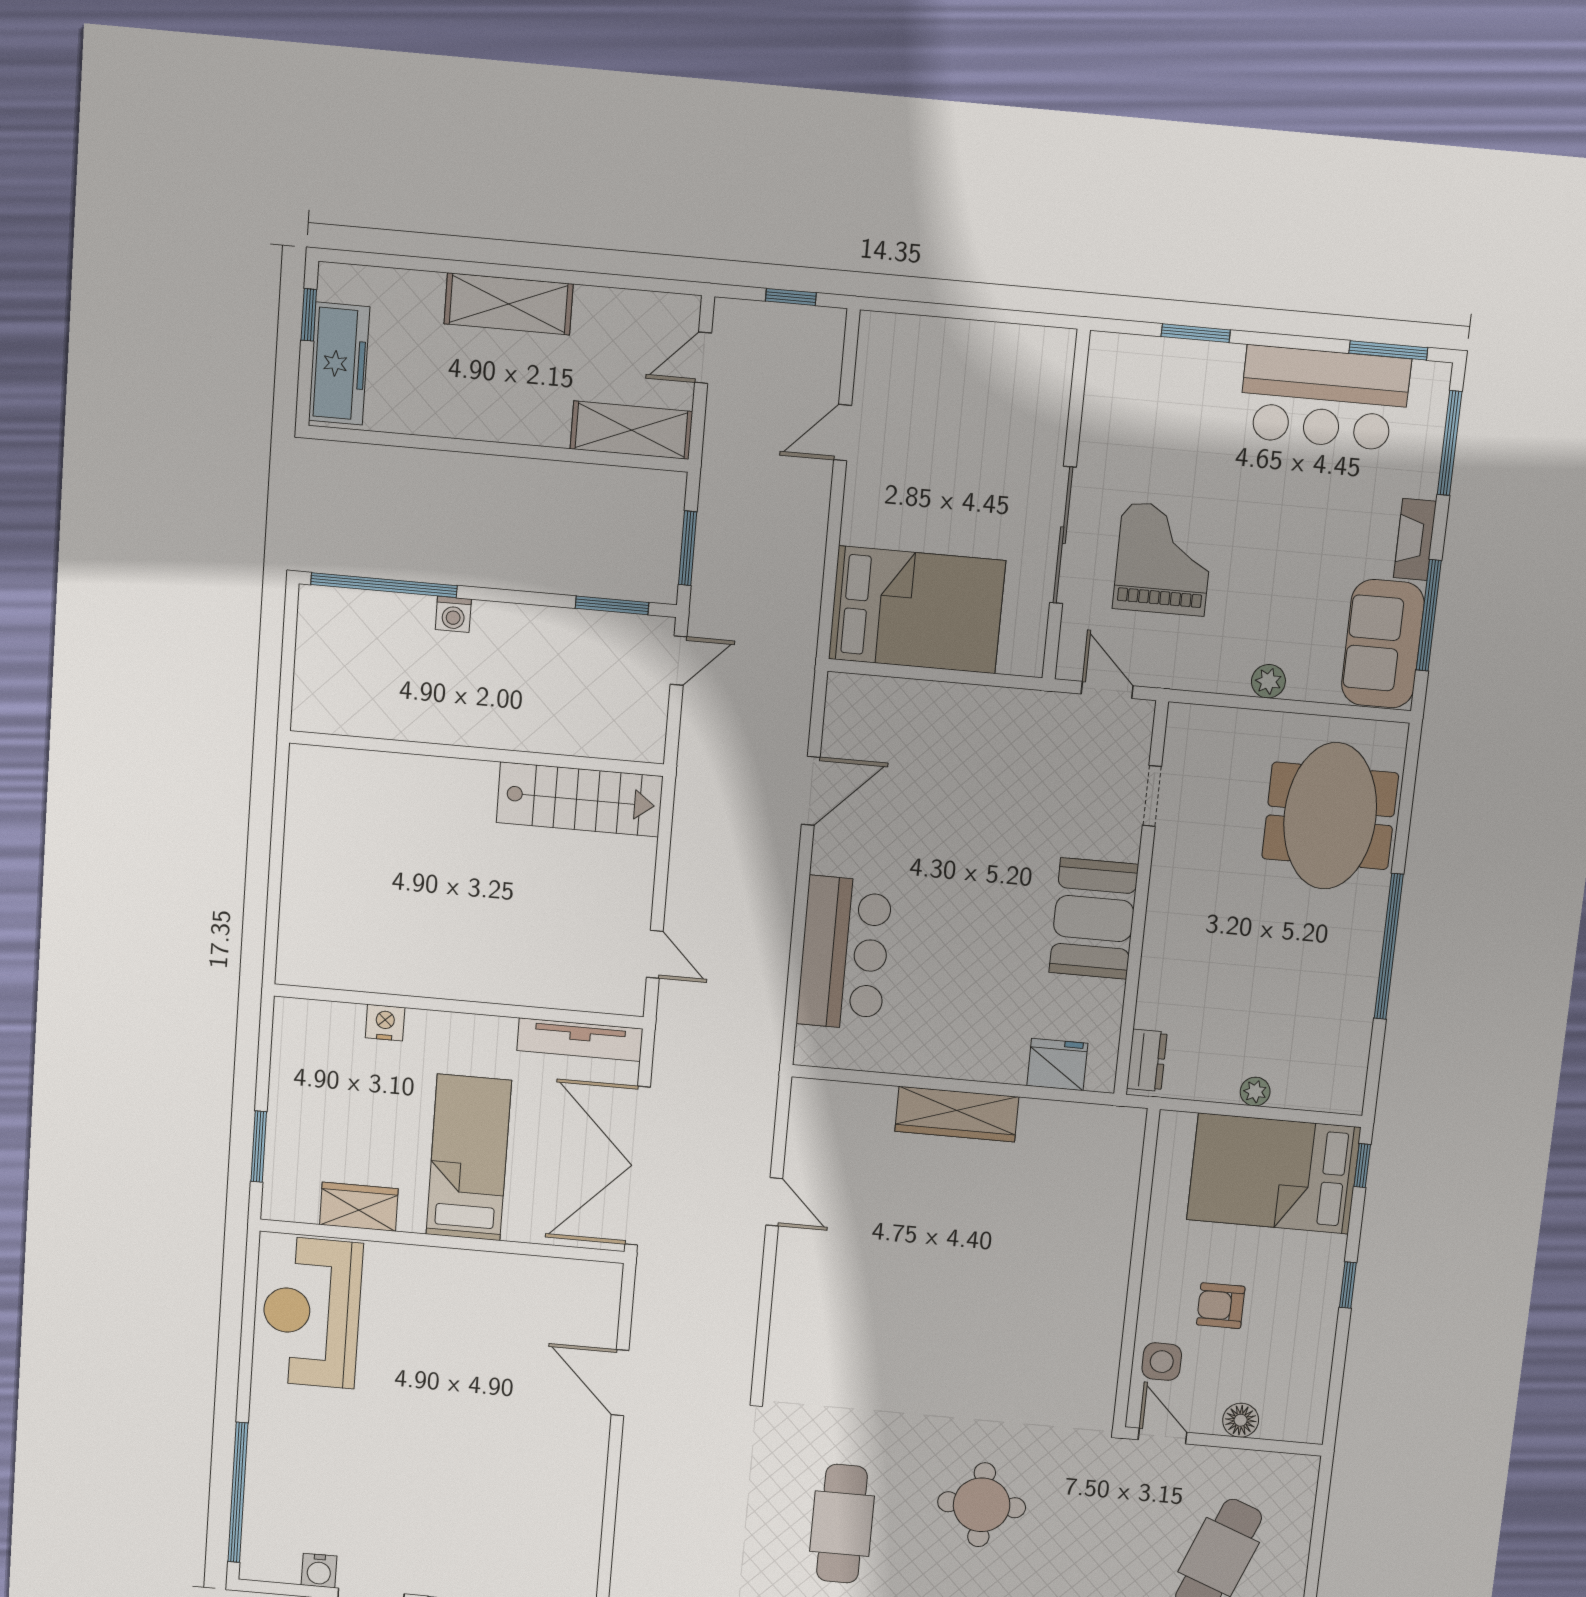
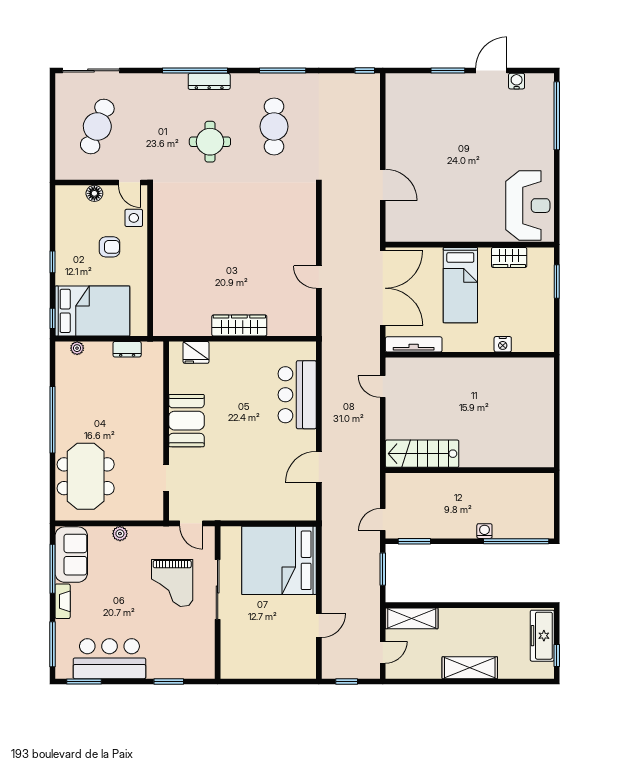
bed: (917, 610) -> (279, 560), width x1.36
dresser: (1147, 1060) -> (127, 349), moved, turned -90
plant: (1255, 1092) -> (77, 348), moved

